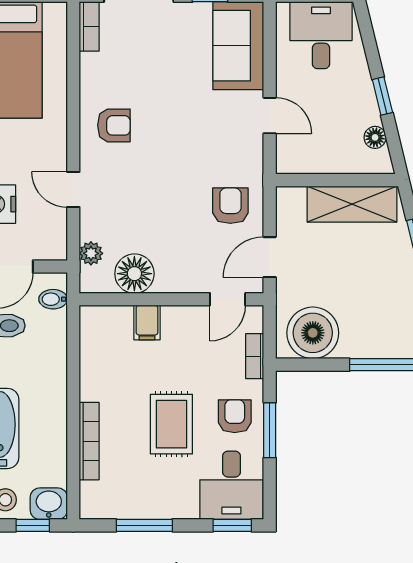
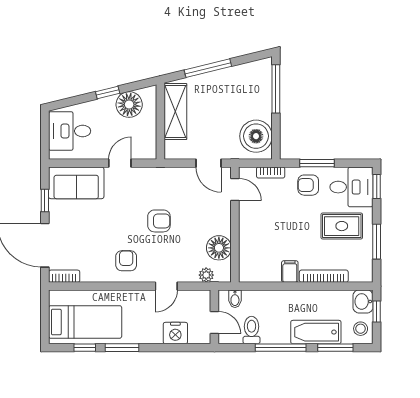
floor lamp: (375, 137) -> (129, 105), width x1.89, depth x1.89
armchair: (230, 206) -> (159, 221), moved, turned 180
filing cabinet: (147, 323) -> (290, 271), moved, turned -90
rug: (171, 424) -> (342, 226), moved

